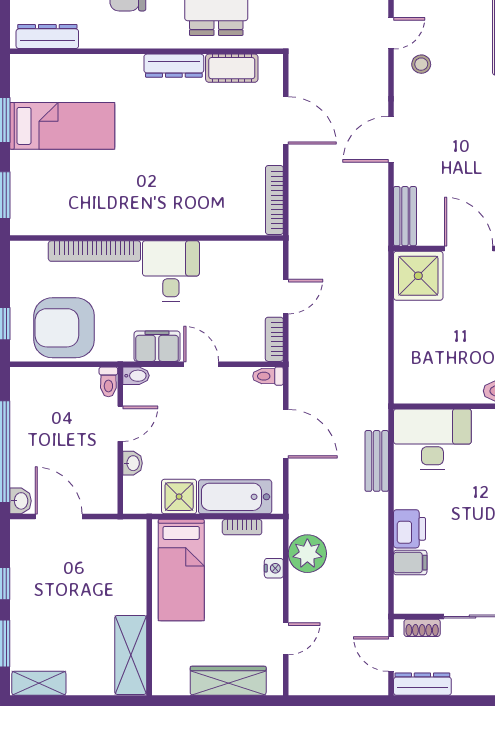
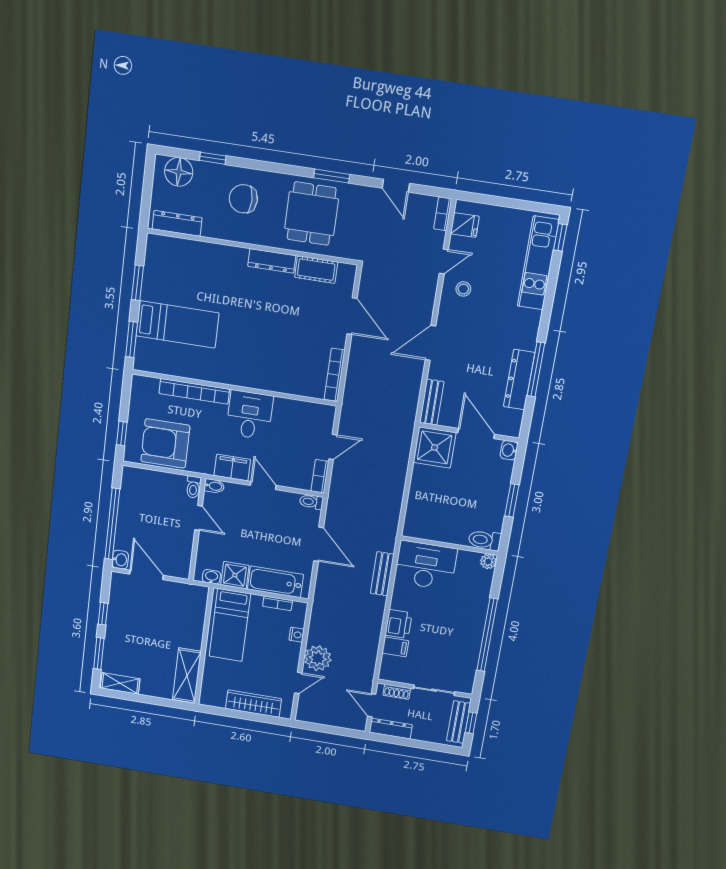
bed: (62, 126) -> (177, 324), moved
door: (120, 424) -> (199, 518), hinge flipped
washbasin: (133, 463) -> (211, 577), moved, turned -90
plant: (307, 554) -> (318, 658), moved

